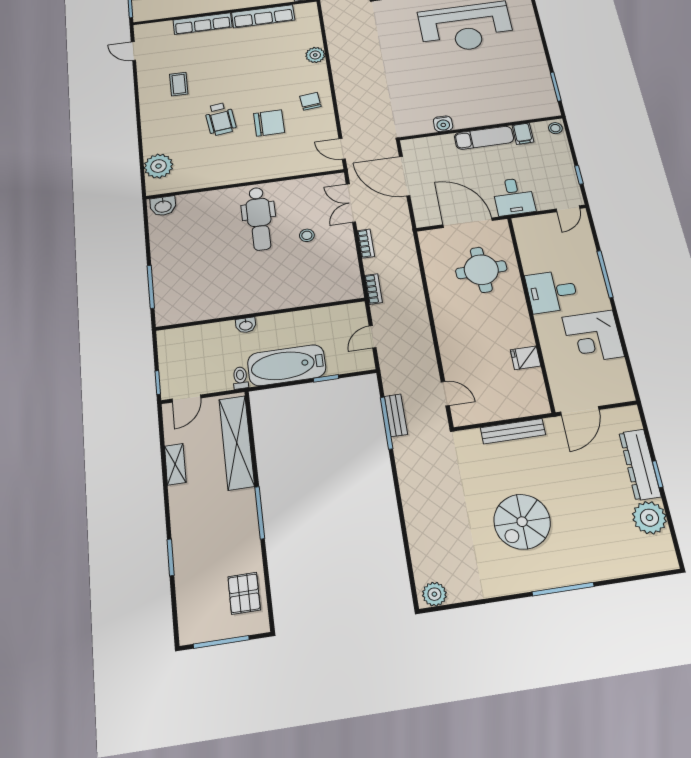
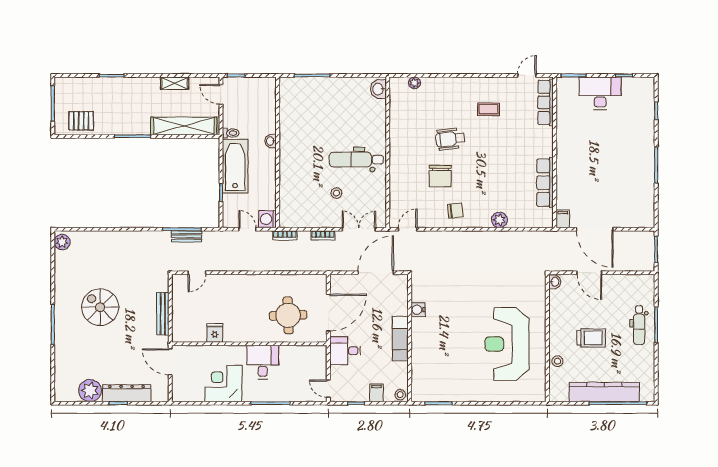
row of seats: (203, 24) -> (546, 102), moved
filing cabinet: (523, 134) -> (377, 393), moved, turned 90
plant: (159, 166) -> (414, 83), width x0.53, depth x0.53
washing machine: (355, 314) -> (267, 219), added

